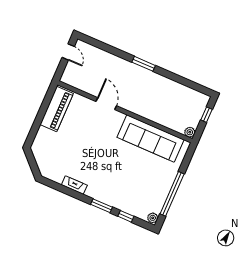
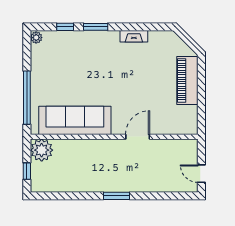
door: (106, 104) -> (138, 137), swing flipped
piano: (57, 109) -> (187, 80), moved
plant: (190, 132) -> (42, 150), width x1.88, depth x1.88
window: (172, 194) -> (27, 98), moved

